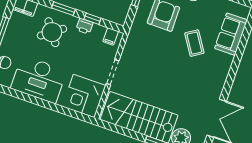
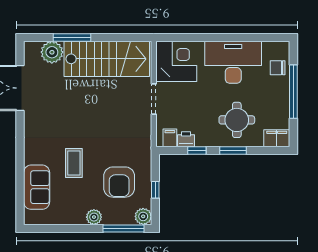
printer: (85, 26) -> (186, 139), moved
round table: (52, 32) -> (237, 120), turned 36
coffee table: (194, 43) -> (74, 163), turned 33

